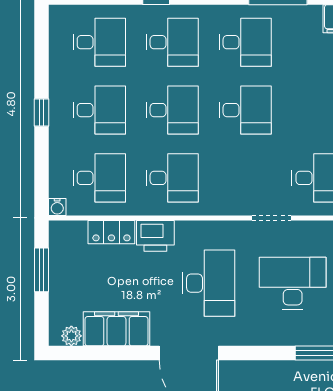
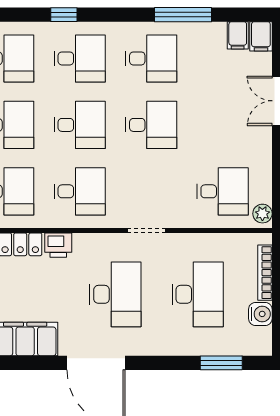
doorway: (271, 218) -> (147, 231), moved
printer: (155, 236) -> (58, 245), width x0.73, depth x0.81
desk: (293, 283) -> (198, 294), turned 90

